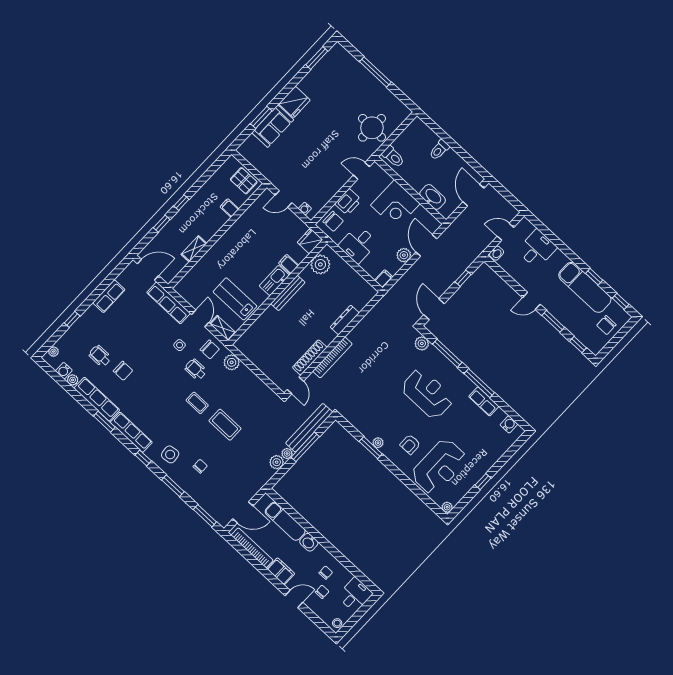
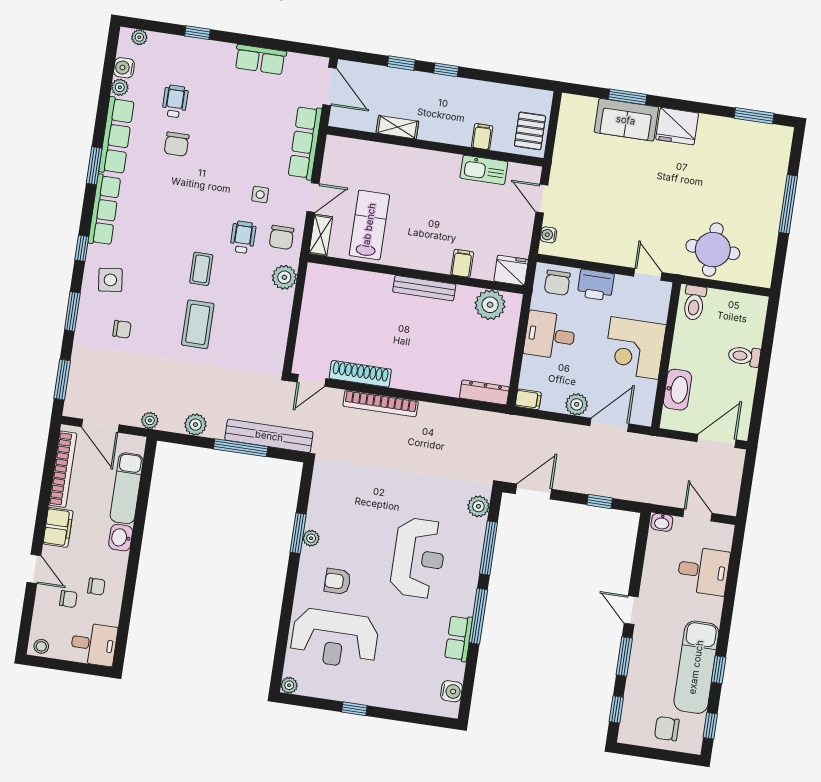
kitchen sink: (274, 280) -> (484, 170), moved, turned 180
dresser: (345, 320) -> (484, 392), moved
plant: (287, 454) -> (150, 420), moved

